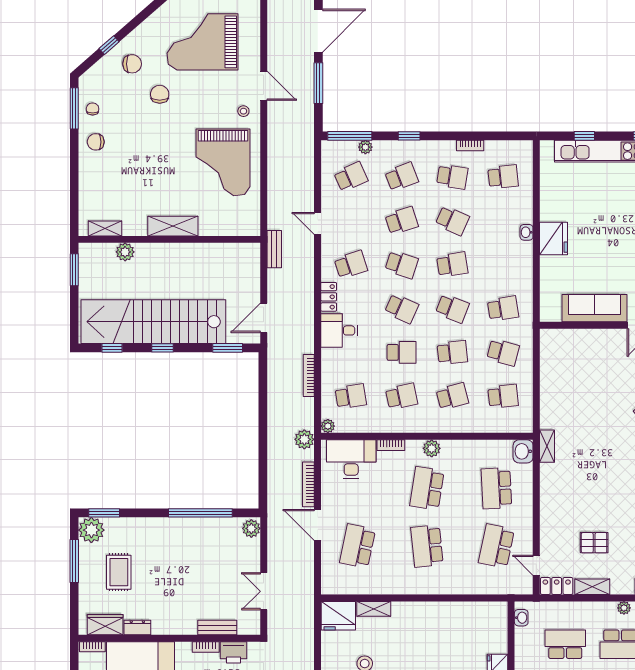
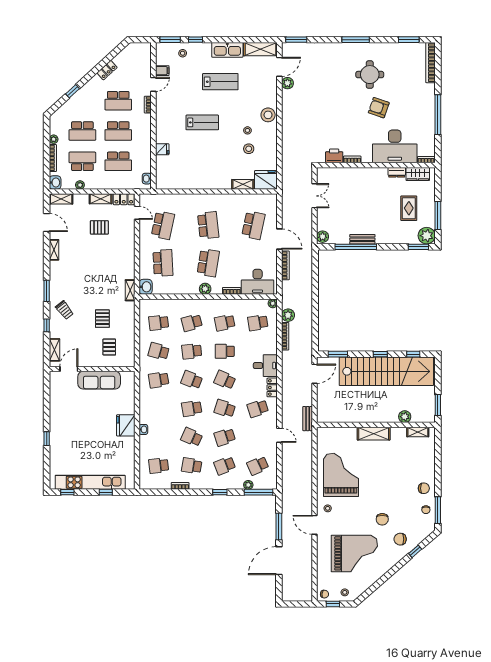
pallet: (579, 359) -> (109, 347), added
pallet: (590, 403) -> (102, 319), added
plant: (304, 439) -> (288, 315), moved
bench: (217, 628) -> (362, 239), moved

